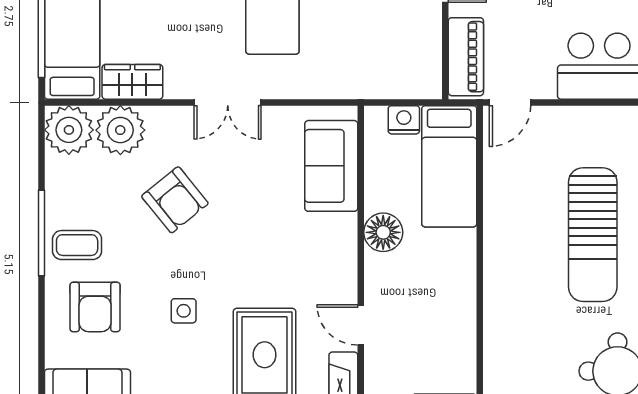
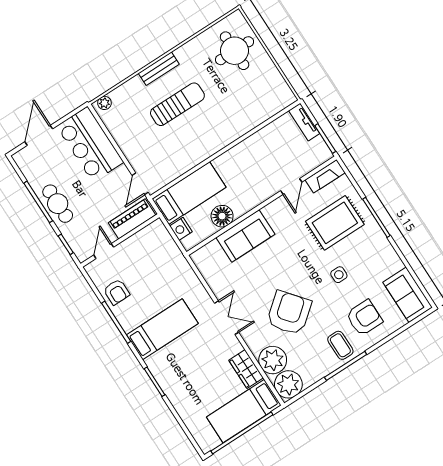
door: (510, 102) -> (140, 184), swing flipped
sofa: (331, 166) -> (245, 236), moved
armchair: (175, 200) -> (289, 313), width x1.36, depth x1.36
floor lamp: (383, 232) -> (222, 216), moved
sun lounger: (593, 235) -> (177, 104), width x0.73, depth x0.75

